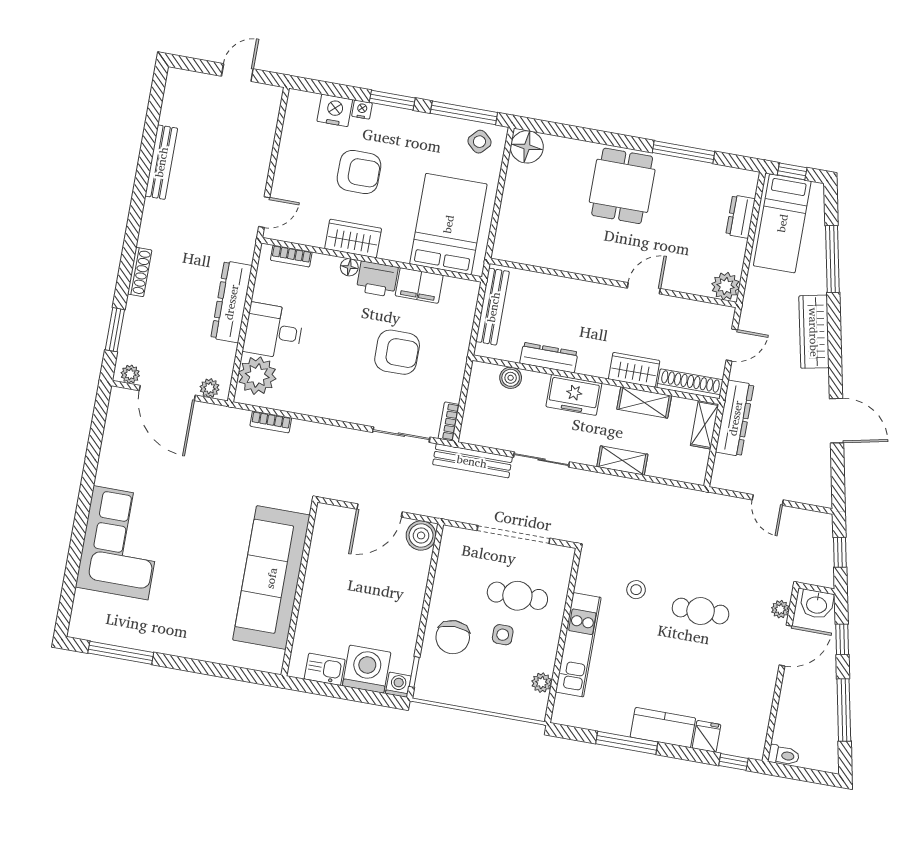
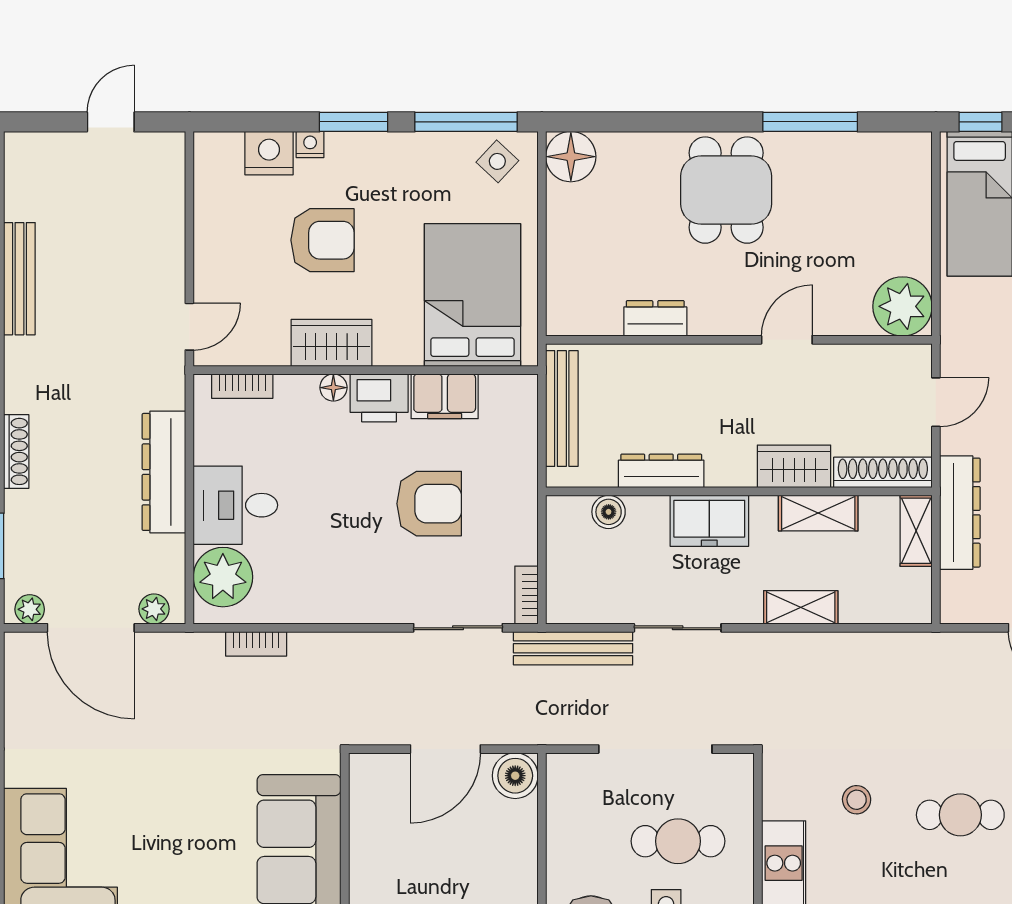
dresser: (741, 217) -> (655, 318), moved, turned 90
plant: (726, 286) -> (902, 306), width x1.36, depth x1.36

